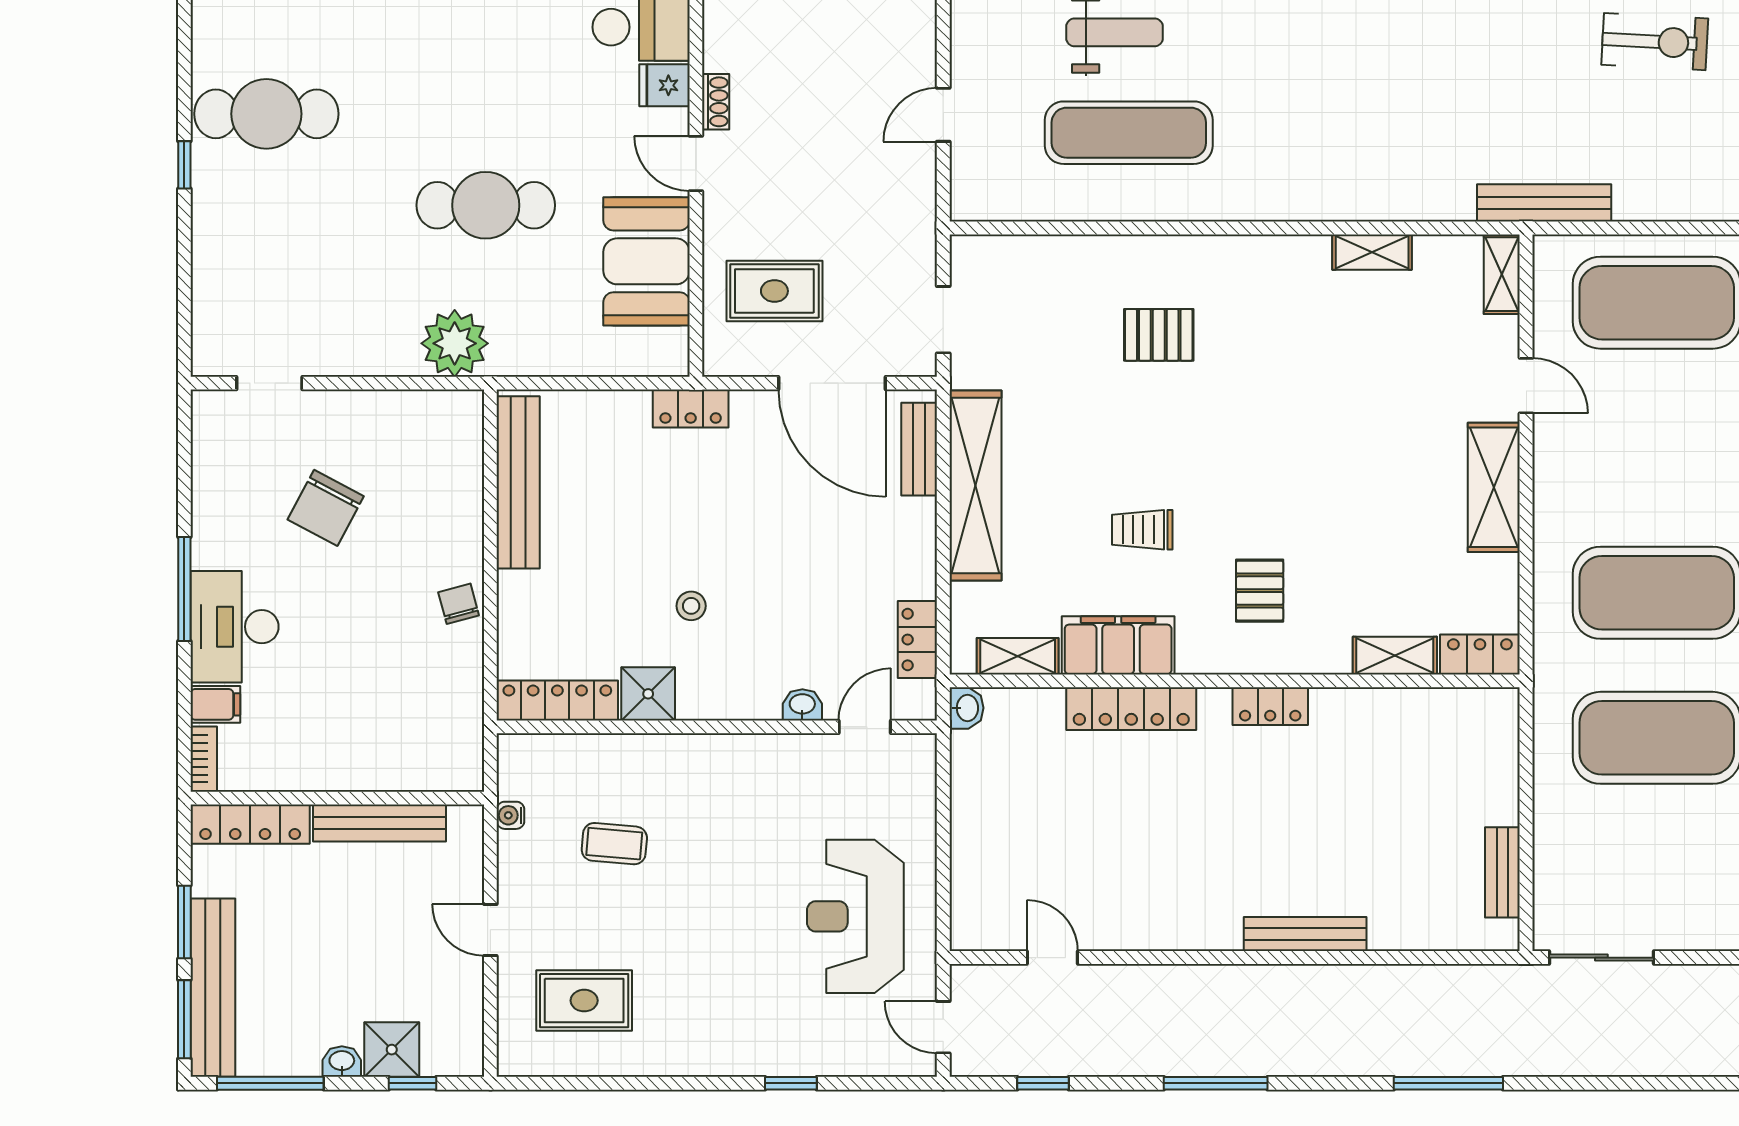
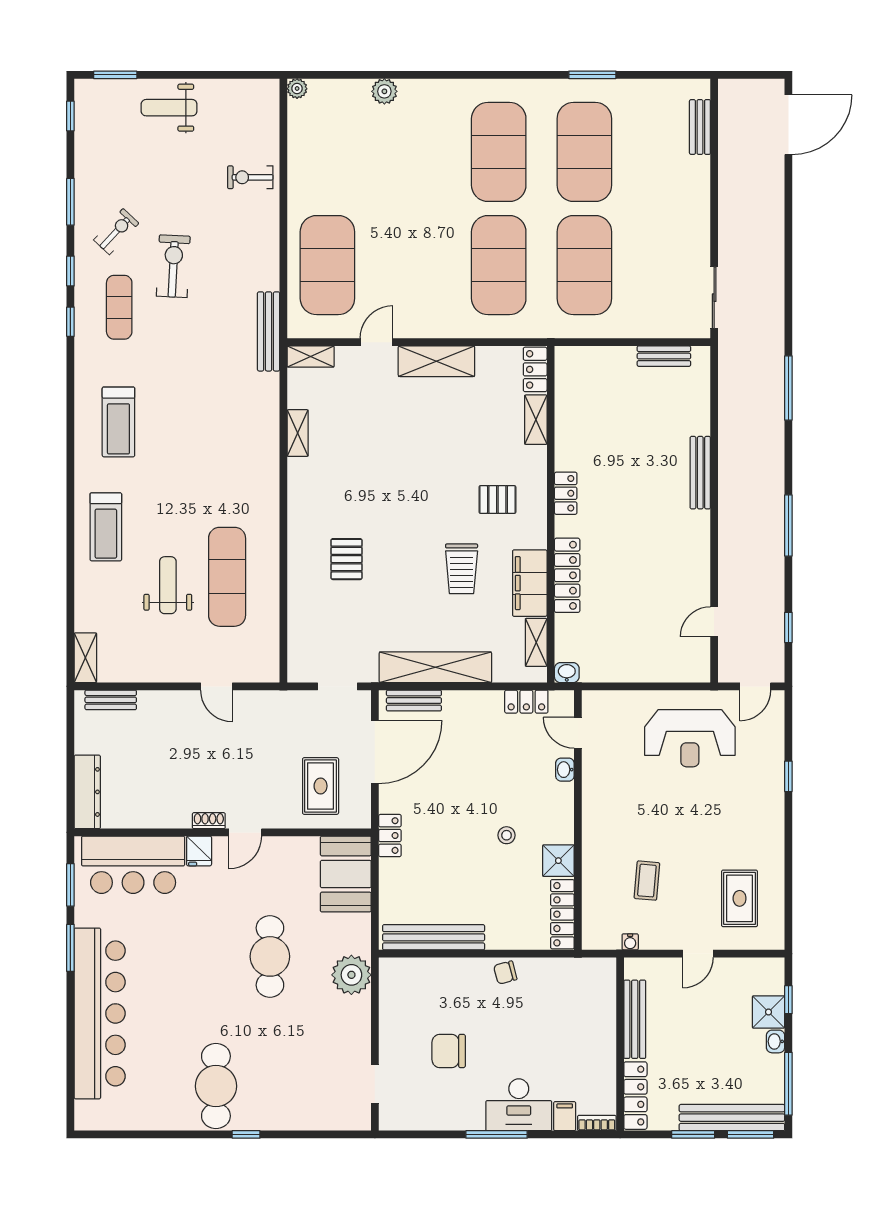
booth: (647, 261) -> (346, 874), moved, turned 90
chair: (326, 508) -> (449, 1051), turned 152
trolley: (1142, 530) -> (462, 569), width x1.36, depth x1.39

